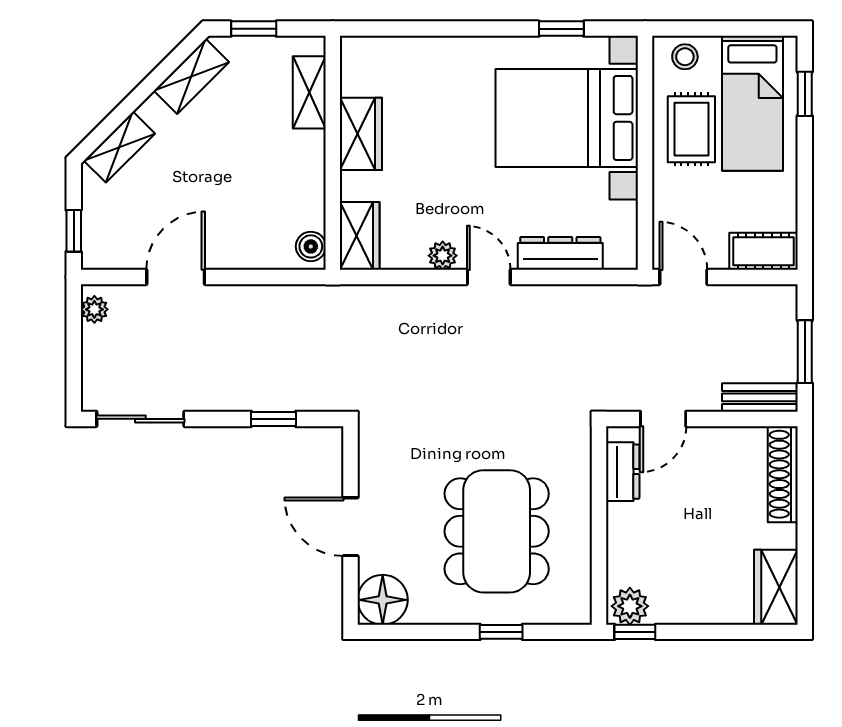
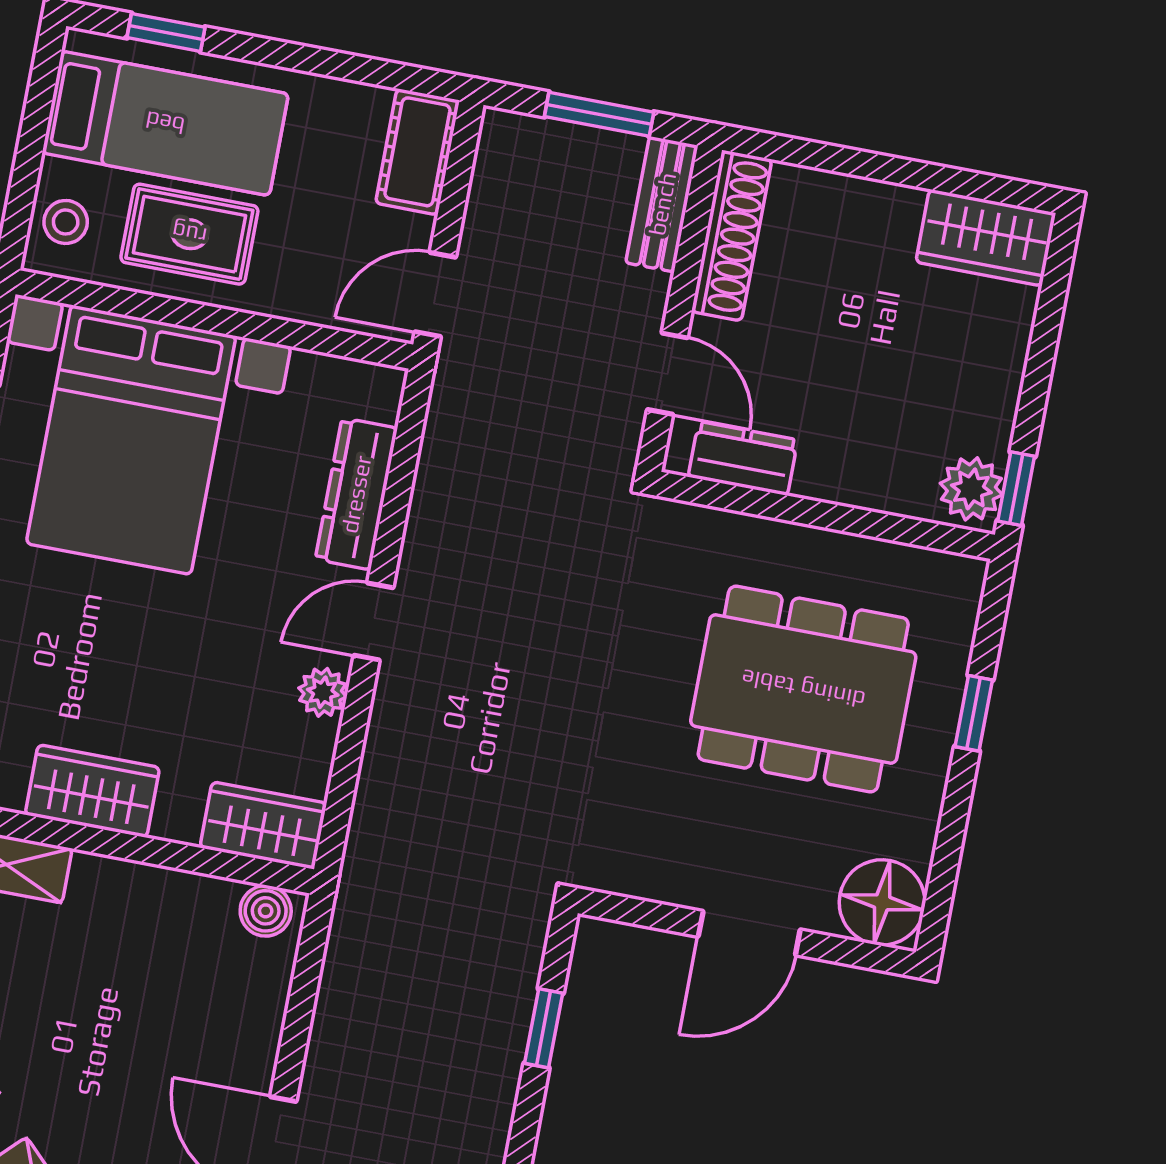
shoe rack: (783, 474) -> (732, 235), moved, turned -90

